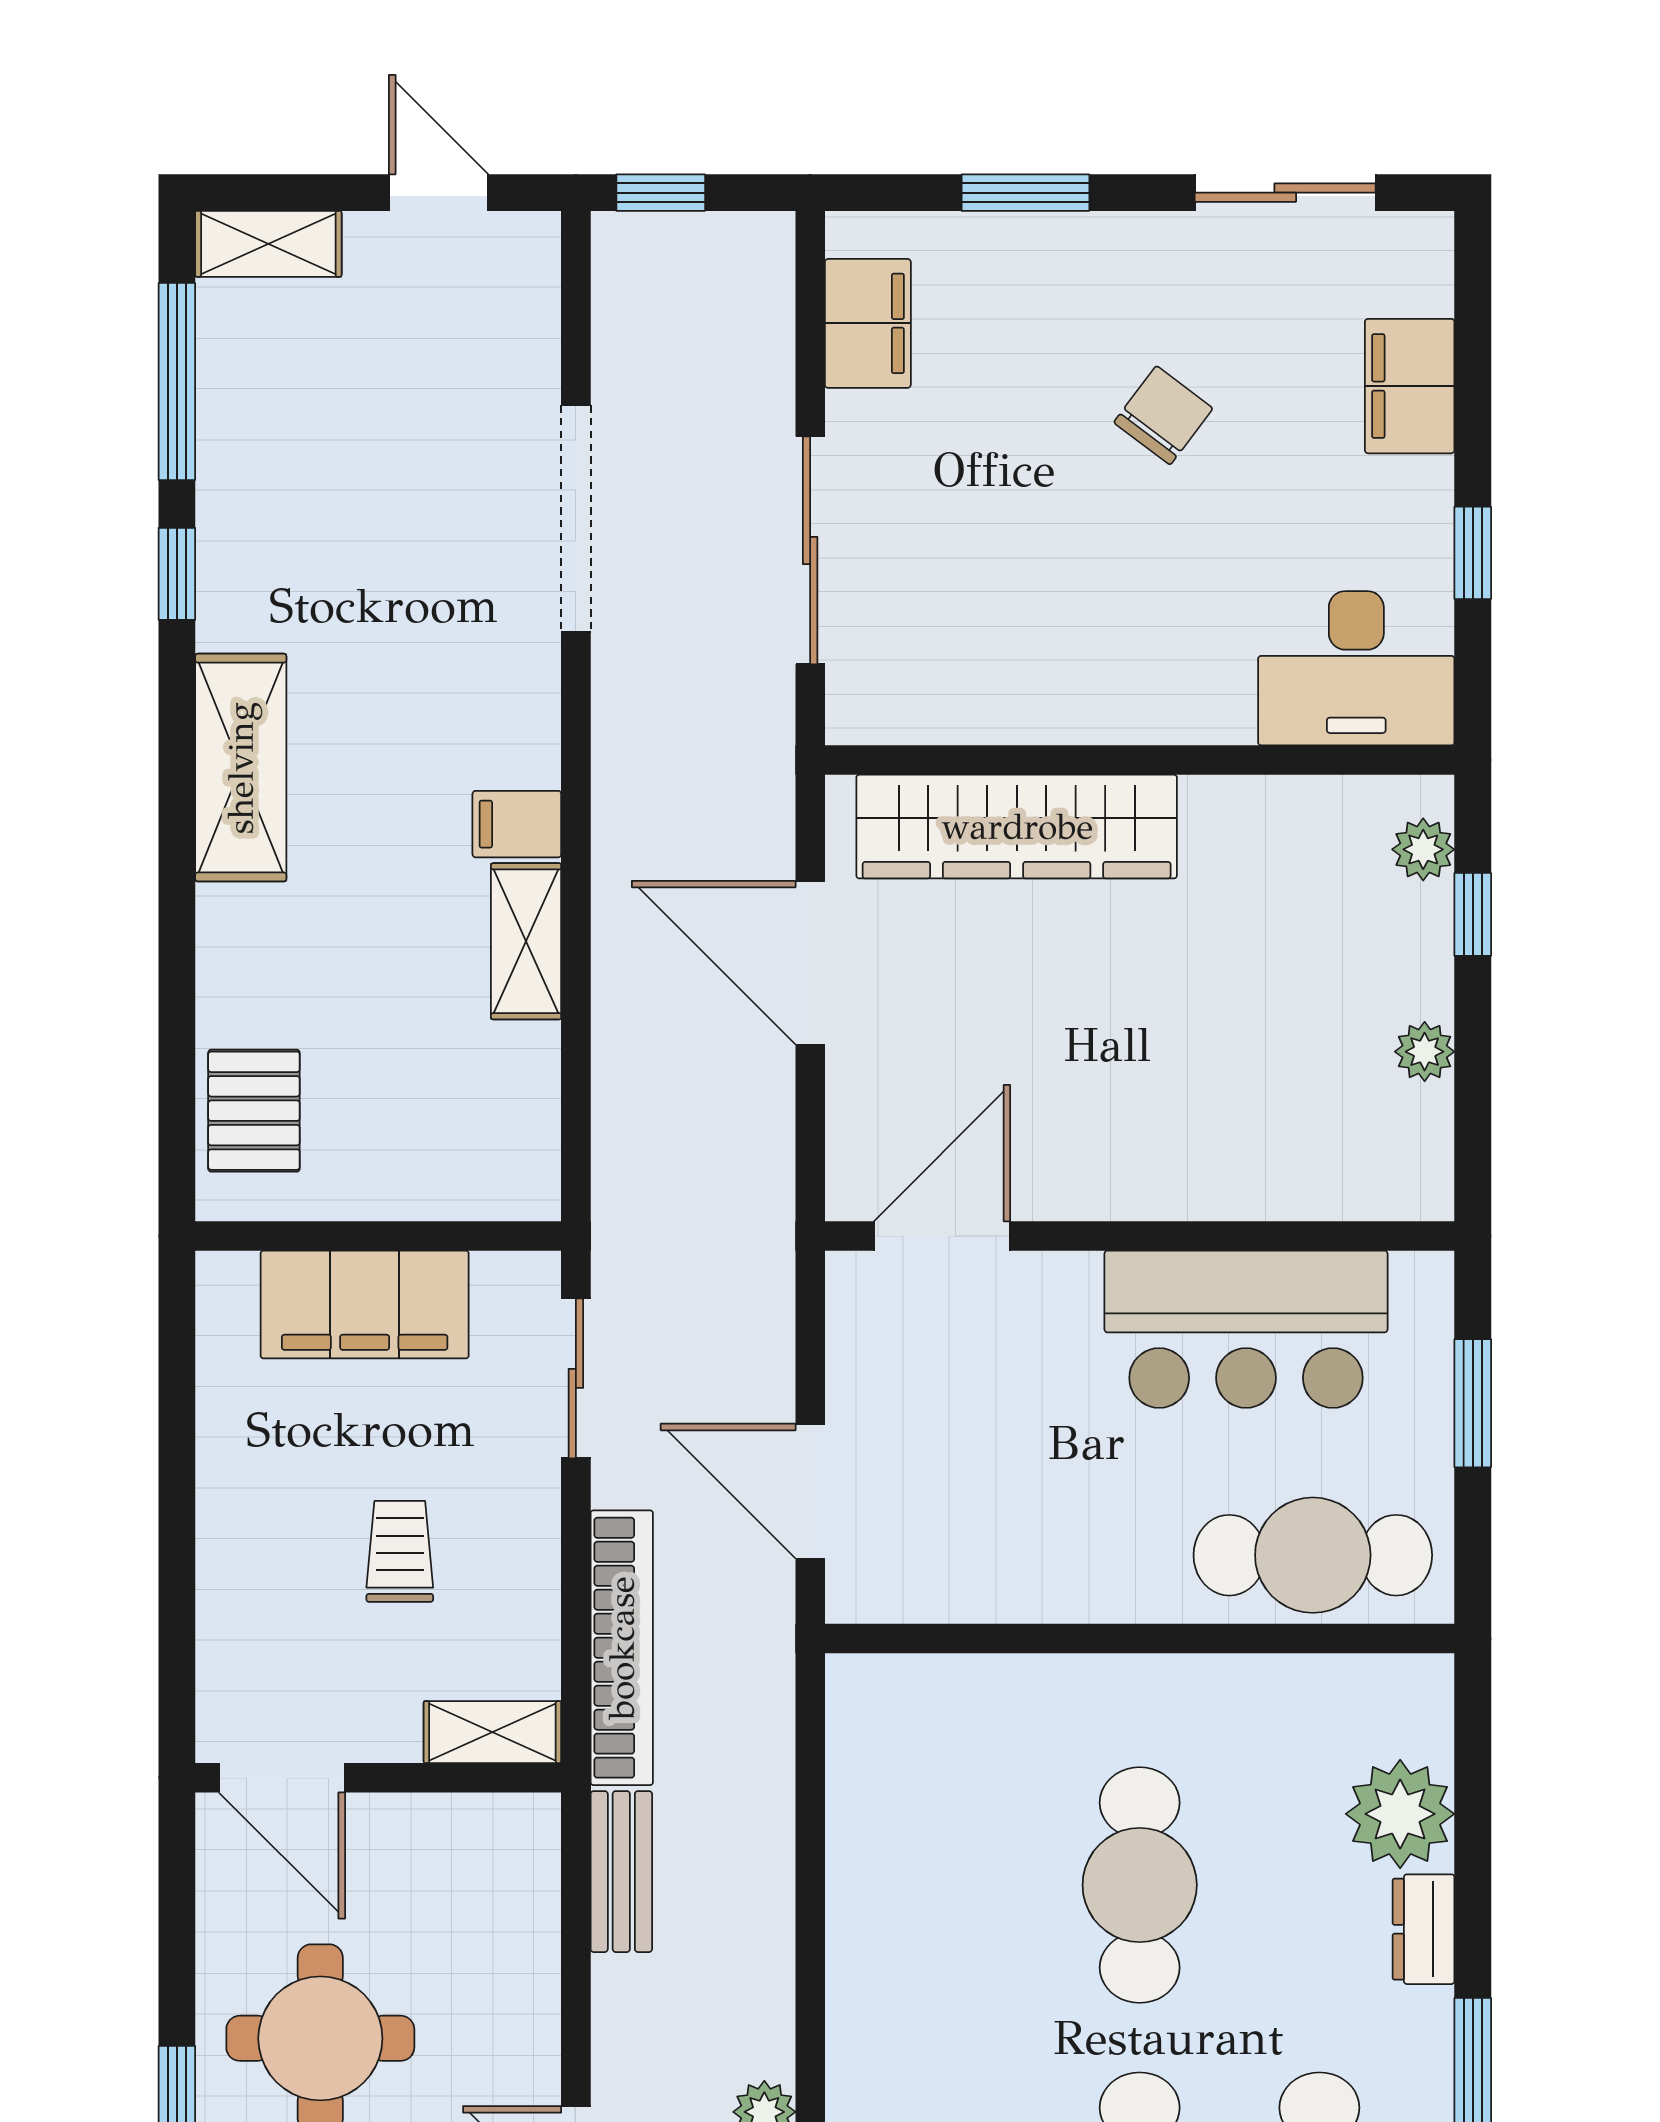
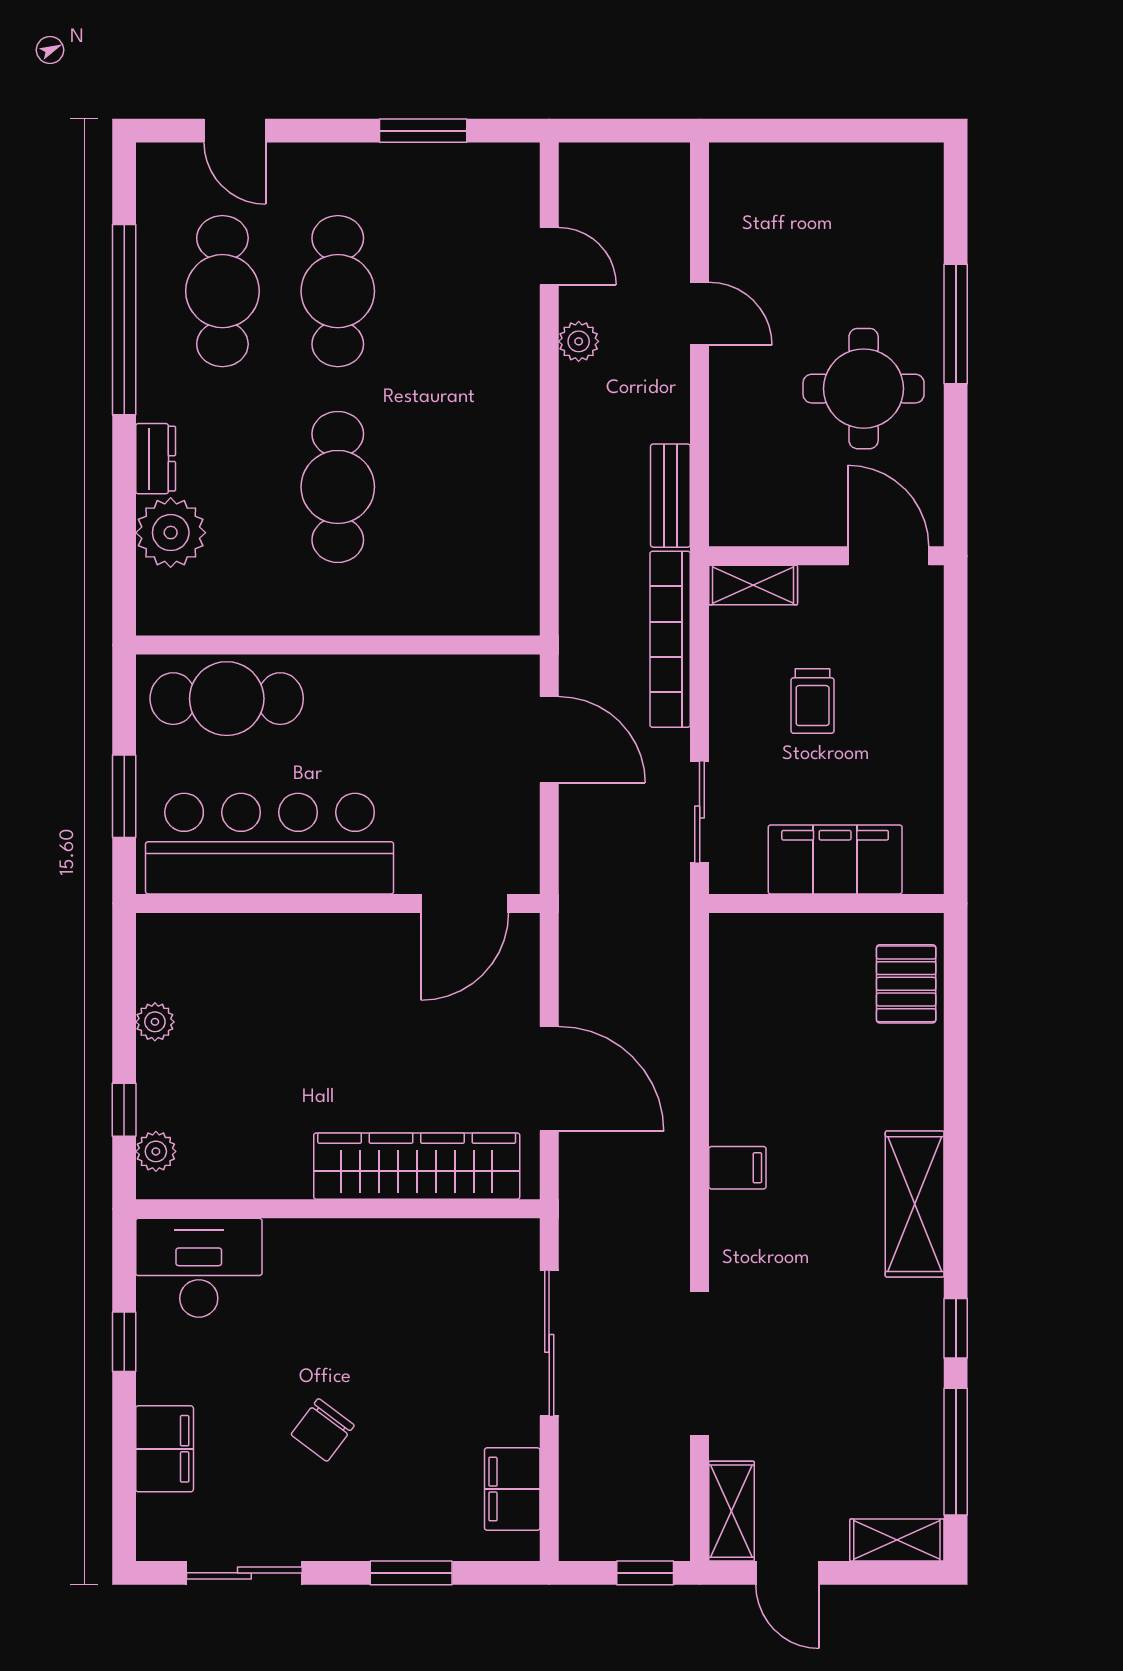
shelving: (526, 941) -> (731, 1511), moved
bar counter: (1246, 1329) -> (270, 844), width x1.36

